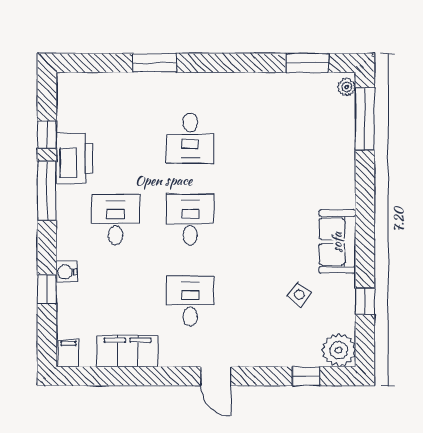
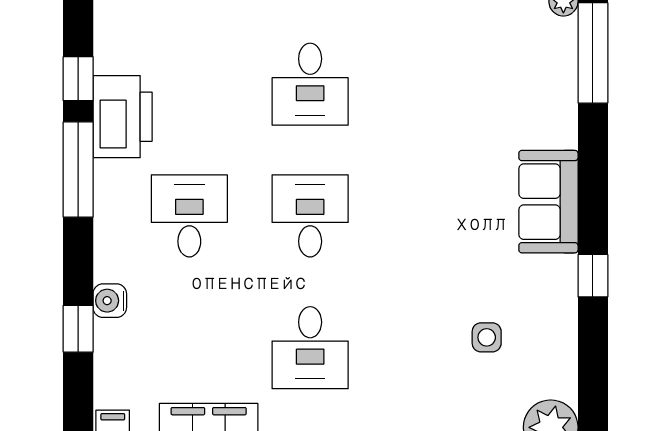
sofa: (337, 242) -> (548, 202), moved
side table: (299, 295) -> (487, 337), turned -37
desk: (190, 301) -> (310, 348), turned 180
window: (365, 301) -> (593, 276), moved

